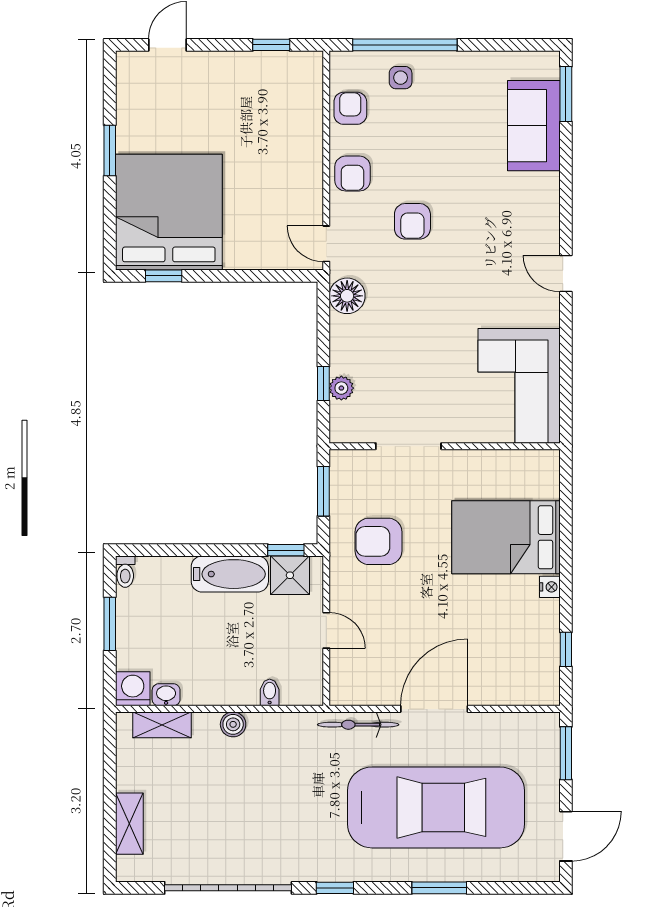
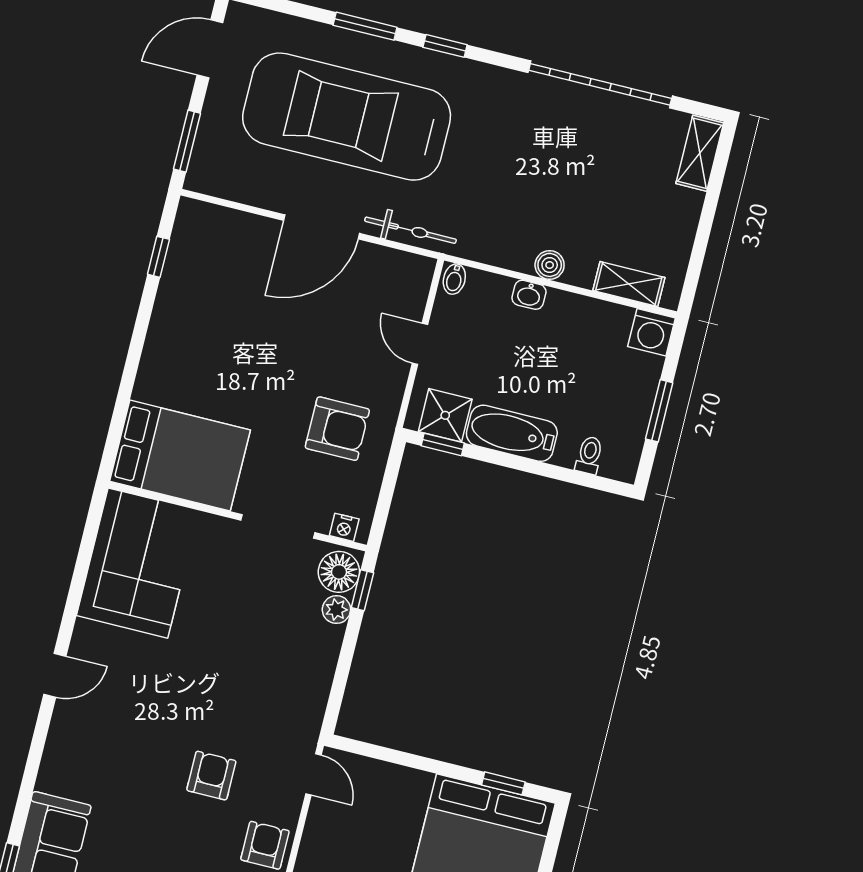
door: (566, 273) -> (55, 675), hinge flipped
floor lamp: (347, 296) -> (339, 572), moved
window: (323, 384) -> (362, 590), moved
window: (323, 491) -> (385, 500), removed
bed: (506, 537) -> (180, 456), moved
toilet: (125, 572) -> (589, 455), moved
nightstand: (550, 587) -> (344, 527), moved, turned -90
bidet: (270, 692) -> (454, 279), moved
washbasin: (166, 695) -> (529, 295), moved
shelving: (129, 824) -> (700, 153), moved
window: (335, 888) -> (445, 46), moved

